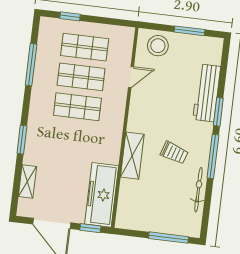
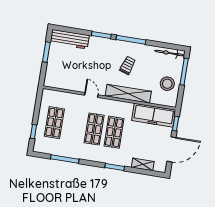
stool: (158, 46) -> (167, 84), moved
shop shelf: (81, 77) -> (114, 132), moved
door: (131, 77) -> (91, 95), moved
workbench: (207, 93) -> (70, 39), moved
shelving: (132, 156) -> (128, 94), width x1.47
bicycle: (198, 190) -> (170, 53), moved

